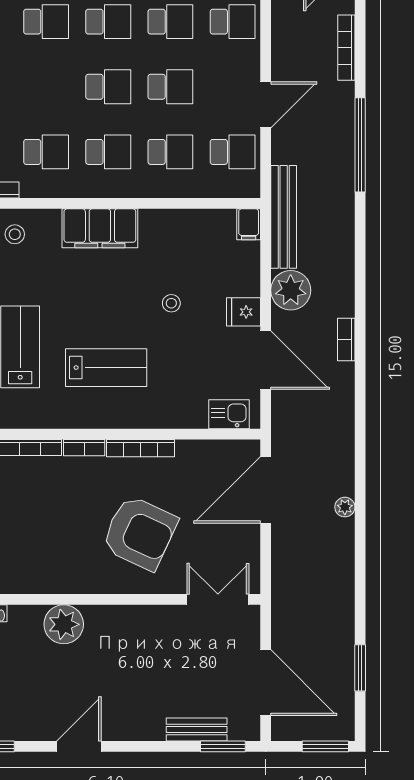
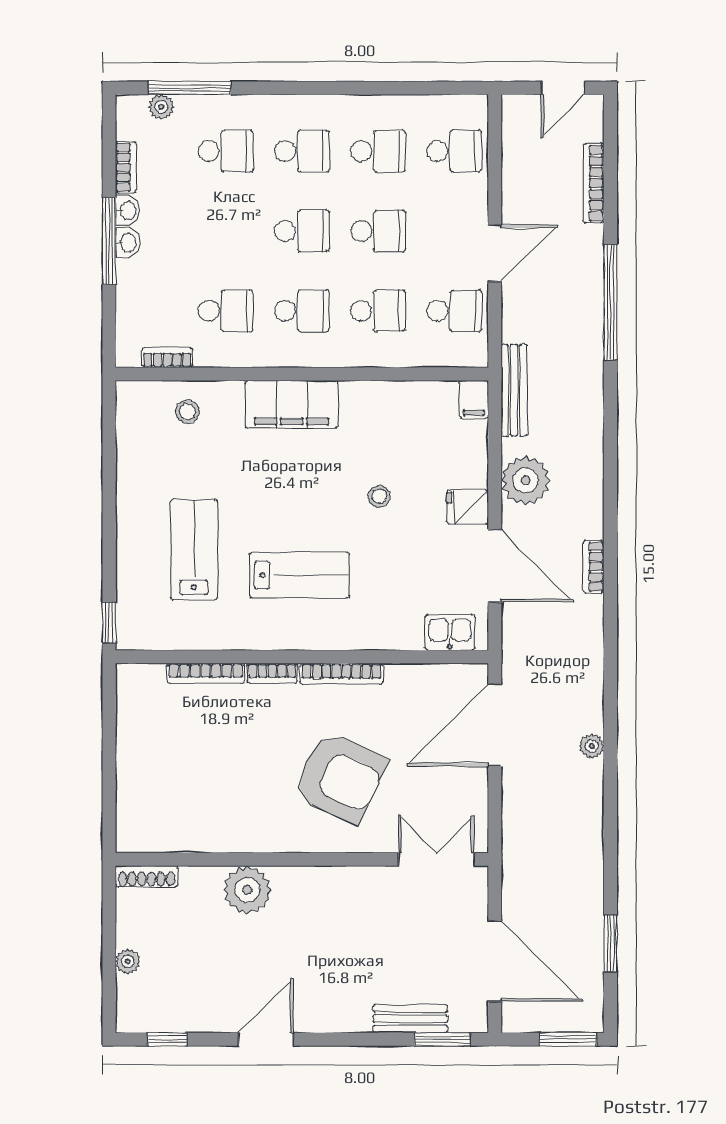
bench: (284, 217) -> (514, 390), width x0.73, depth x0.82
bookcase: (346, 339) -> (593, 567), moved

